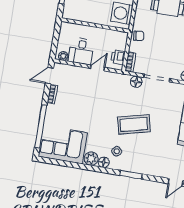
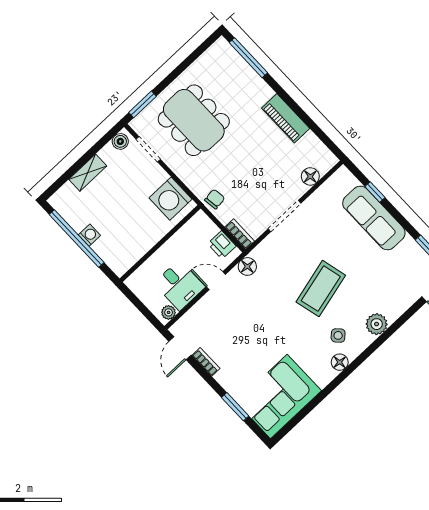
door: (98, 68) -> (216, 281), hinge flipped
floor lamp: (136, 82) -> (247, 266), moved
window: (41, 126) -> (235, 407), width x0.47
plant: (91, 159) -> (377, 324), moved
window: (131, 175) -> (381, 340), removed

